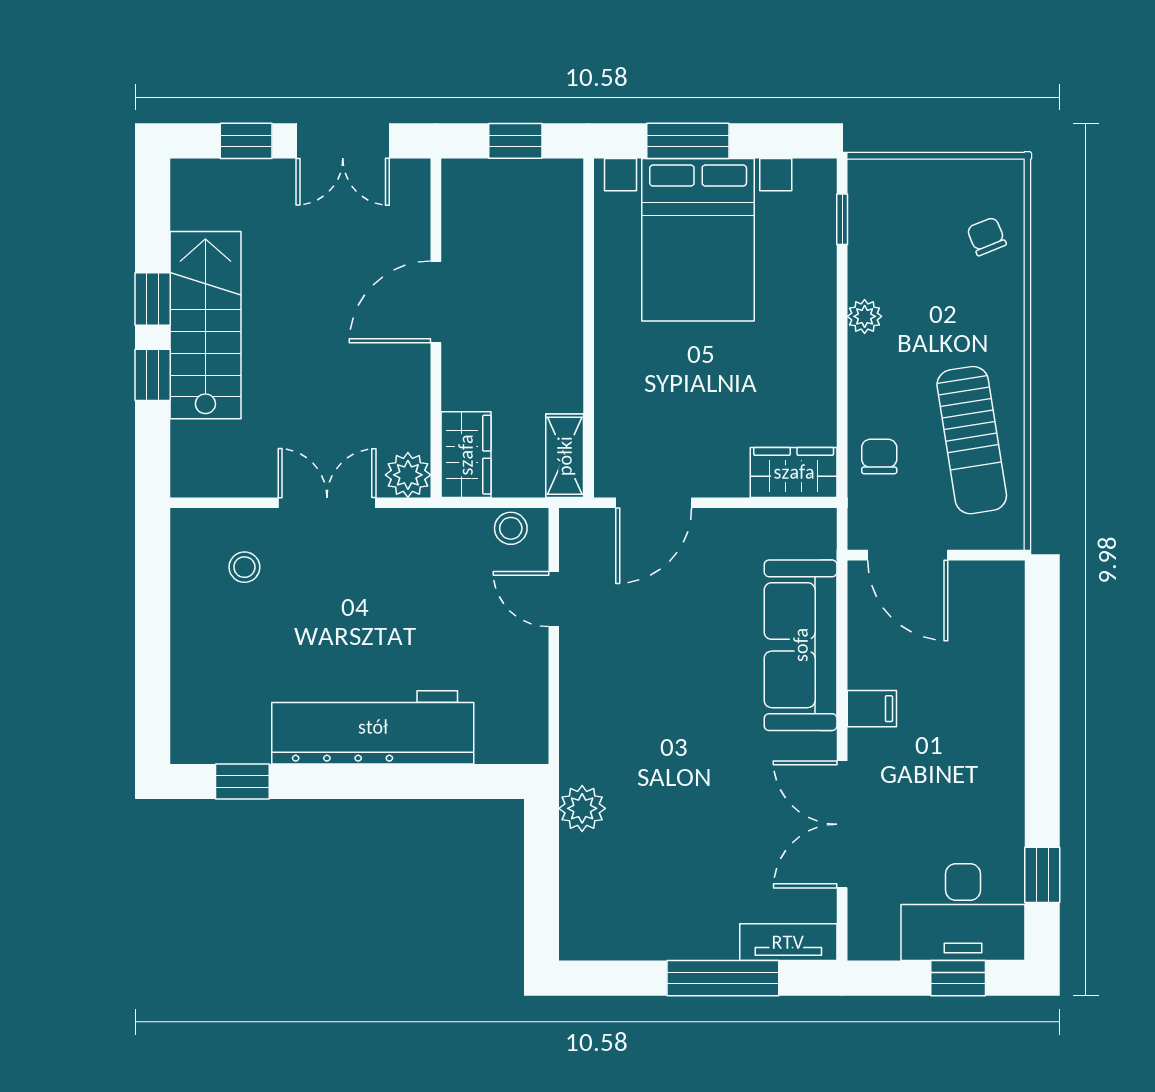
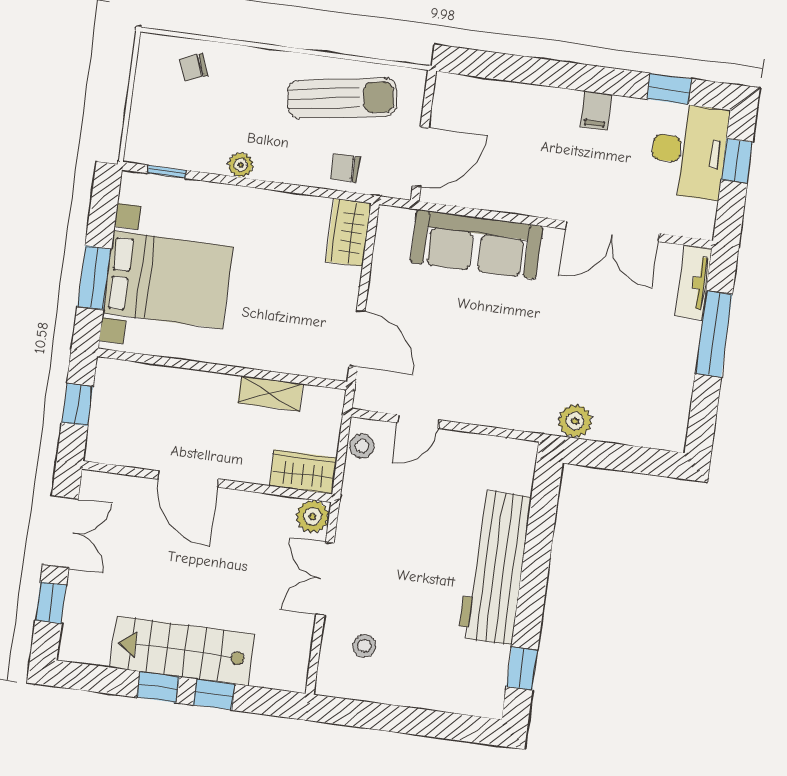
shelving: (565, 456) -> (270, 393), moved
filing cabinet: (872, 709) -> (596, 111), moved, turned 180

